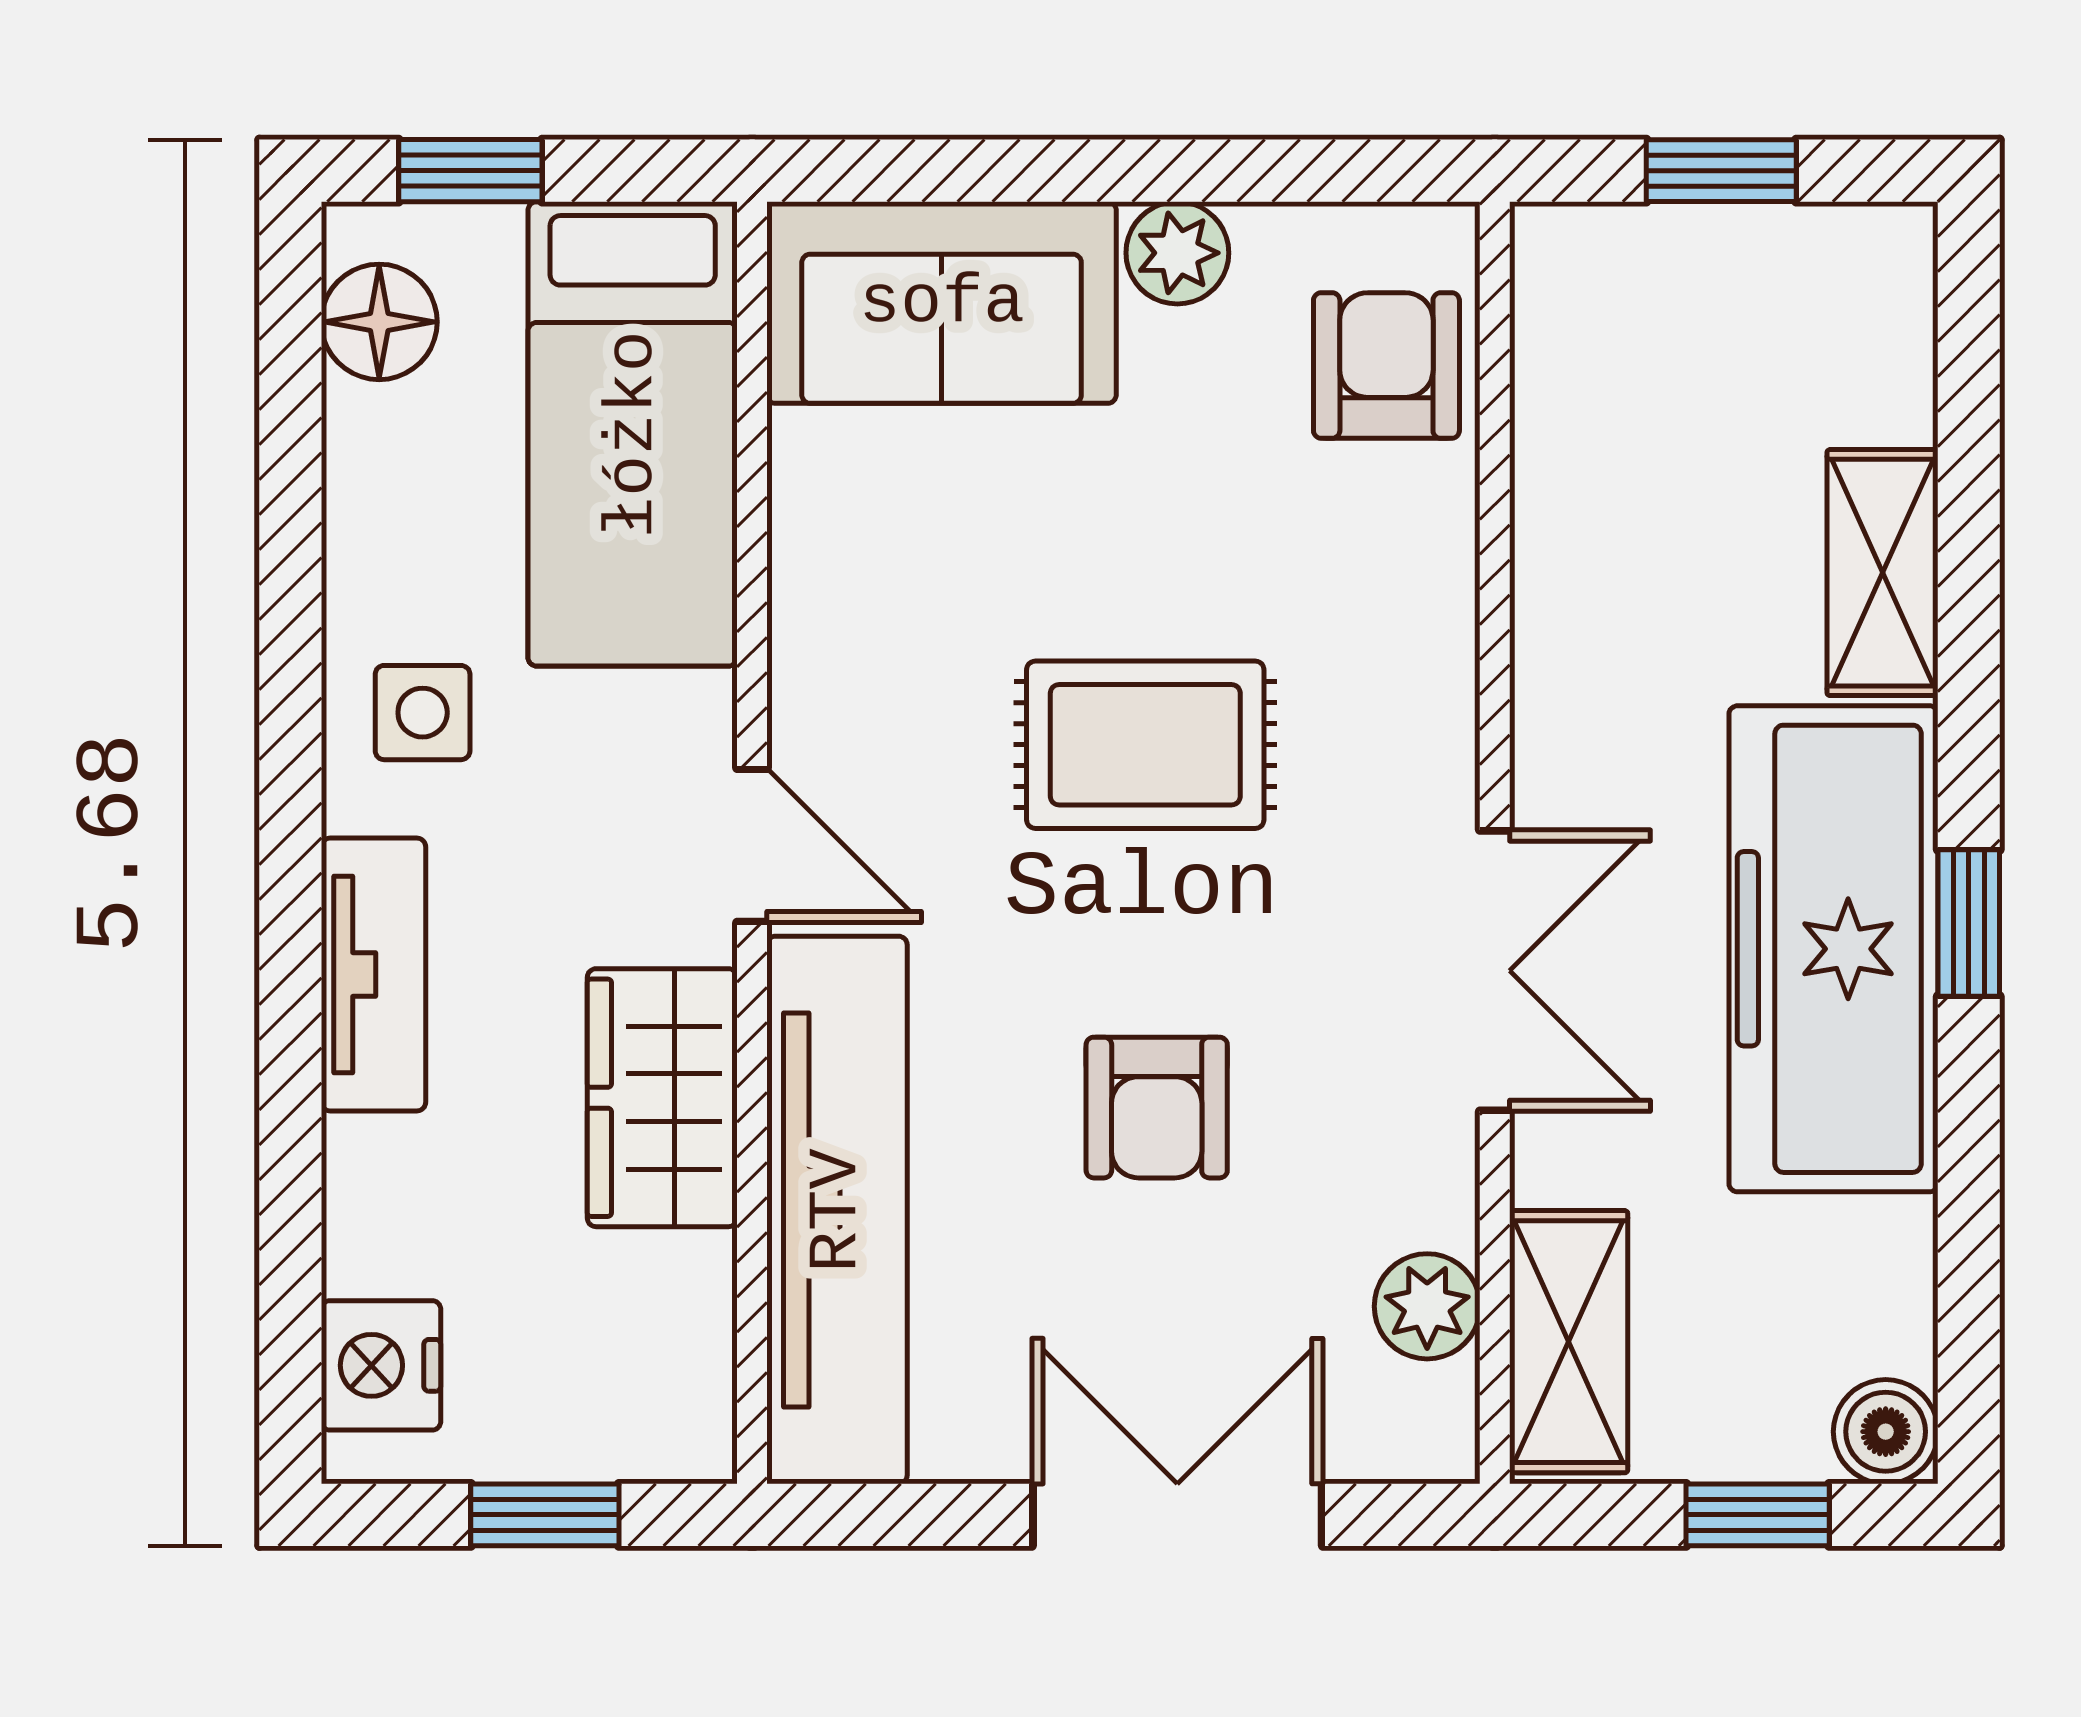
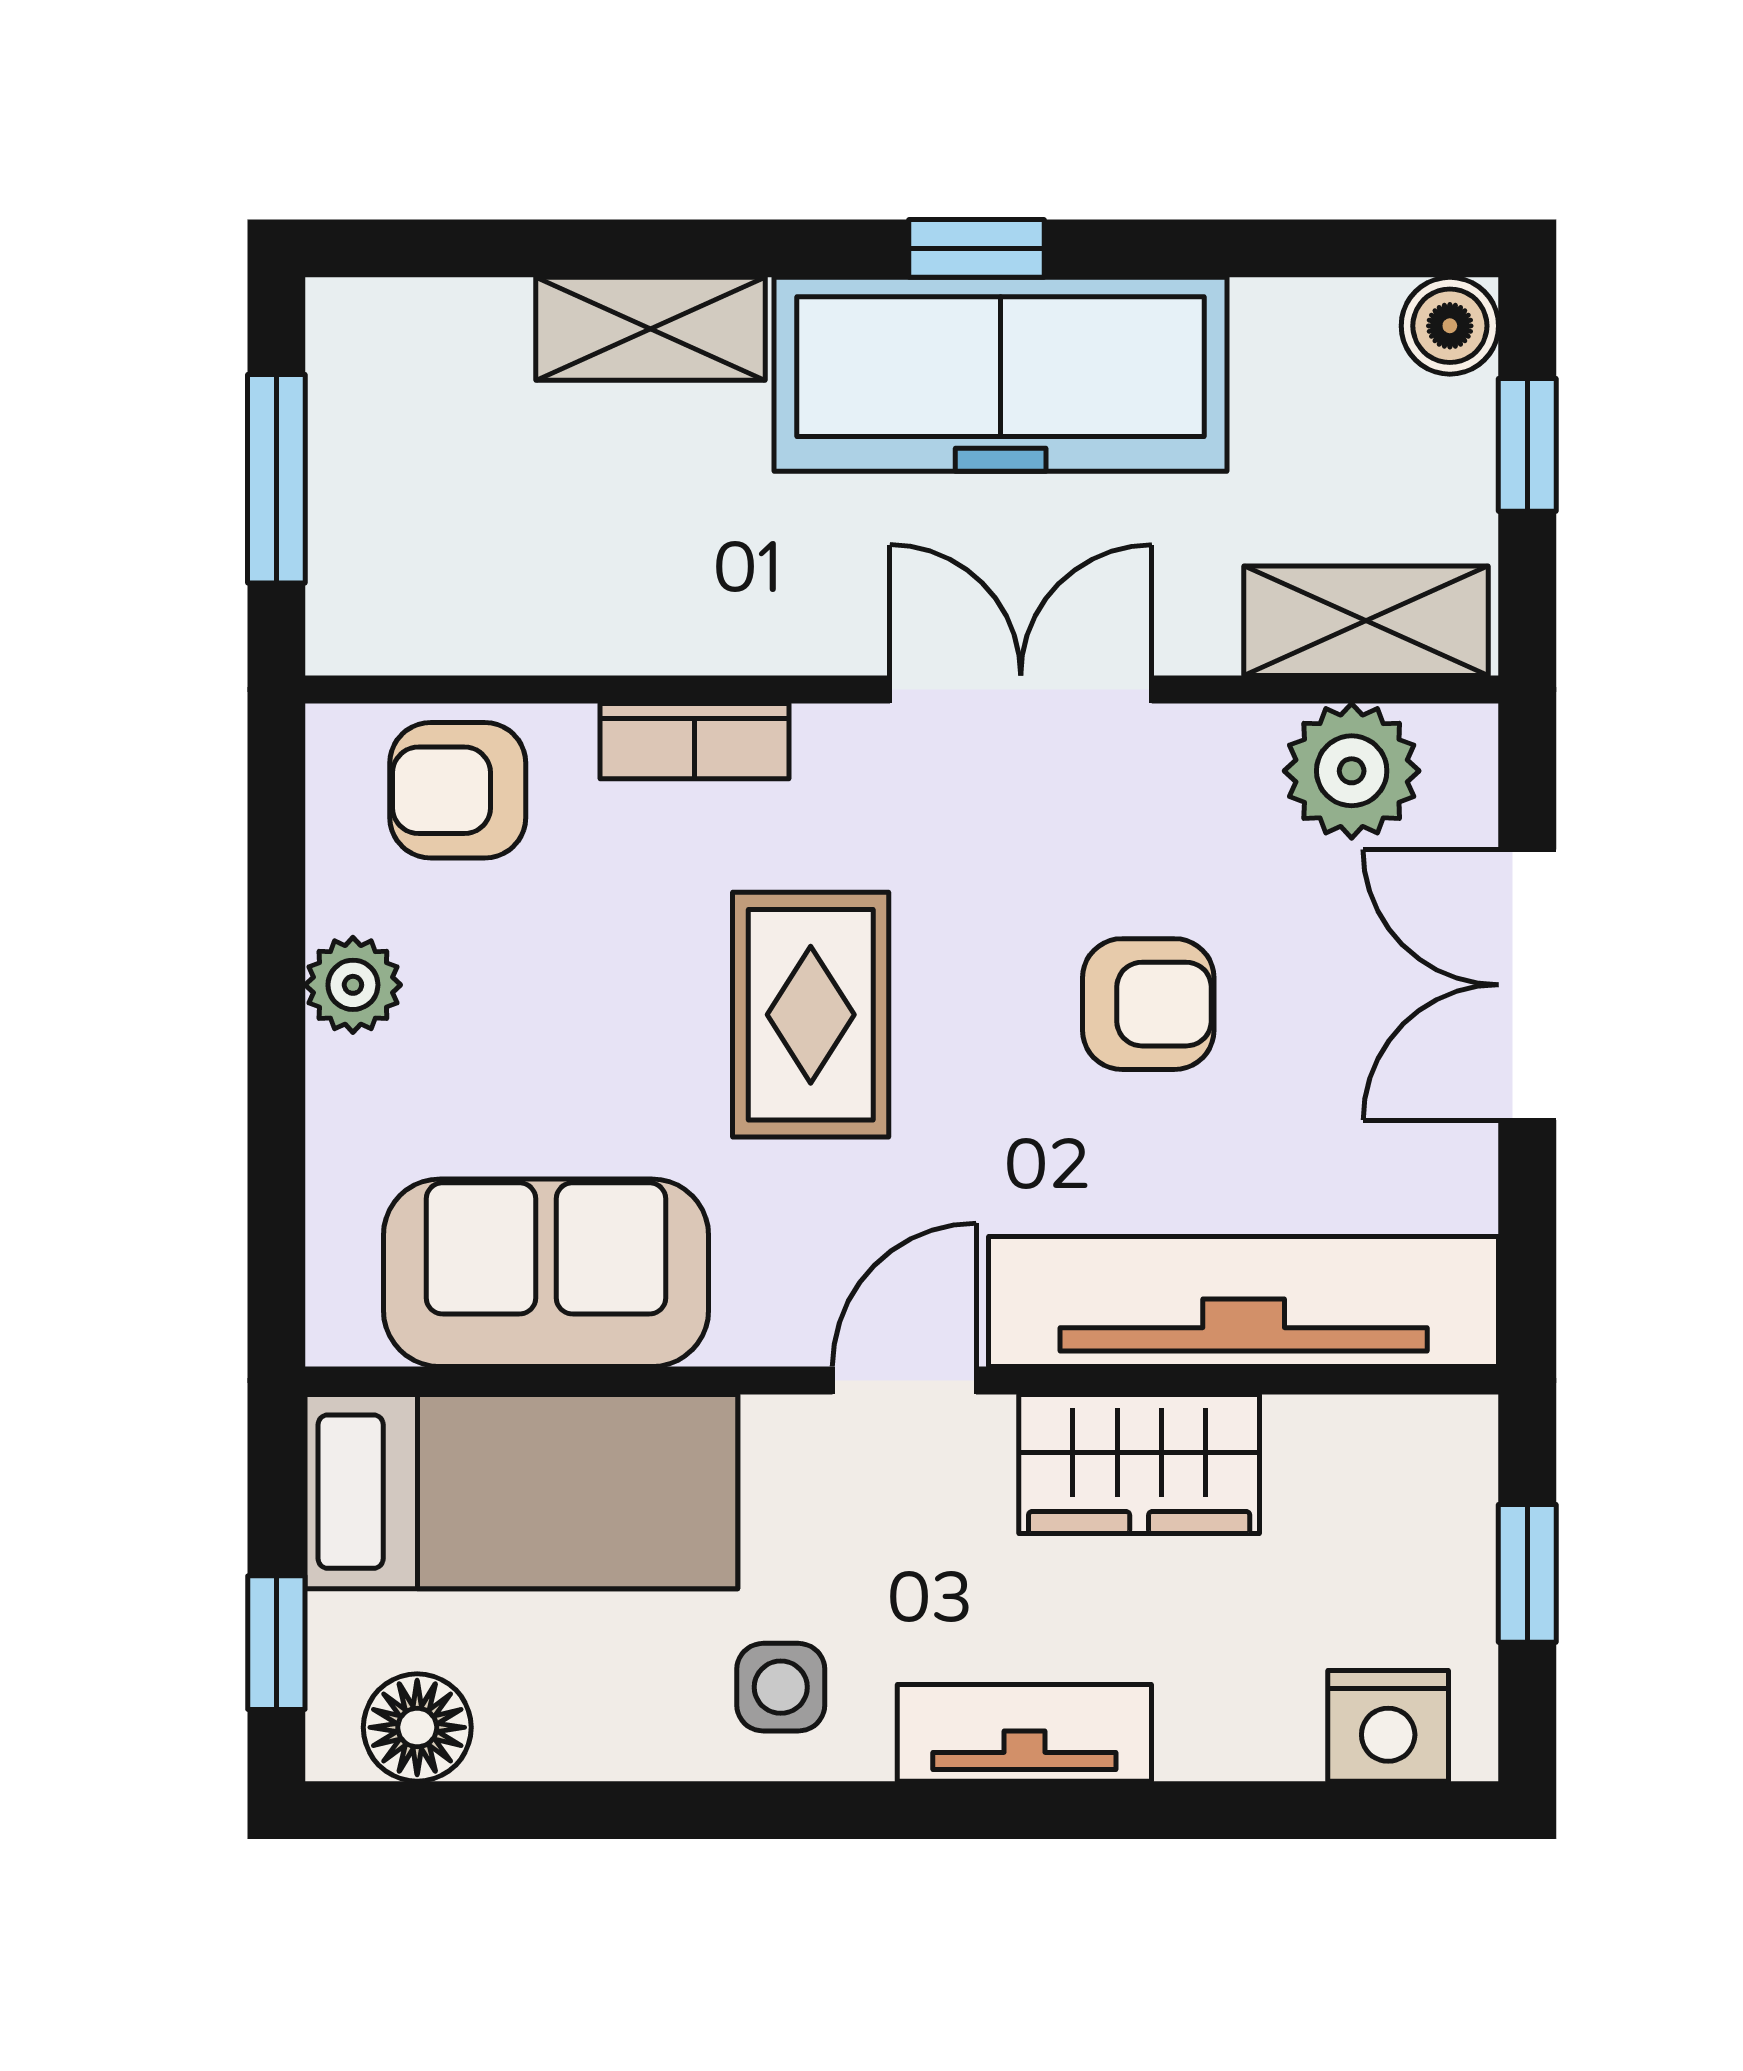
window: (1721, 171) -> (276, 479), width x1.50
sofa: (942, 303) -> (546, 1273), moved, turned -90
bookcase: (1439, 620) -> (695, 741), added
plant: (1427, 1306) -> (1352, 771), width x1.38, depth x1.38

